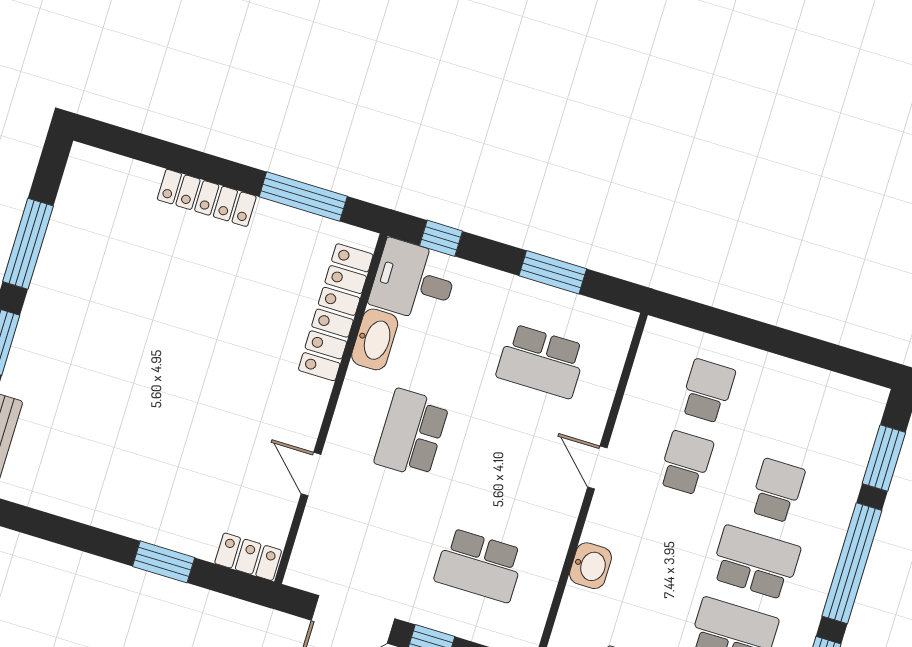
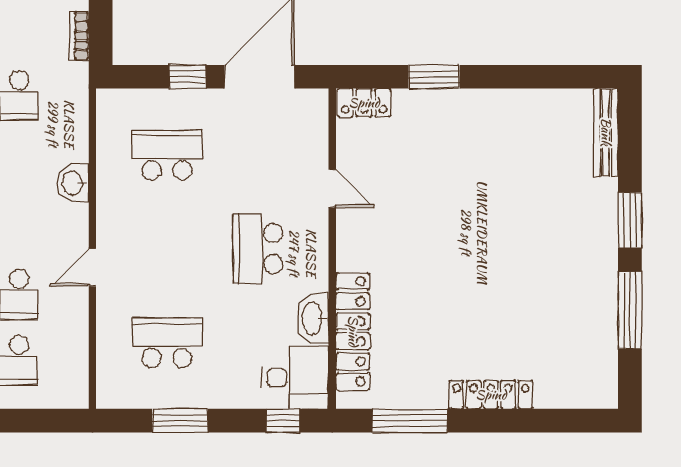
school desk: (412, 433) -> (258, 249), turned 180
door: (597, 467) -> (92, 267), swing flipped

